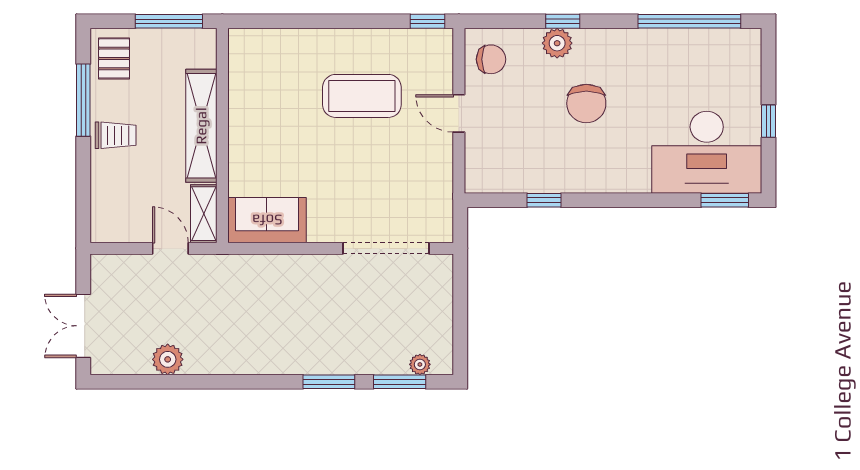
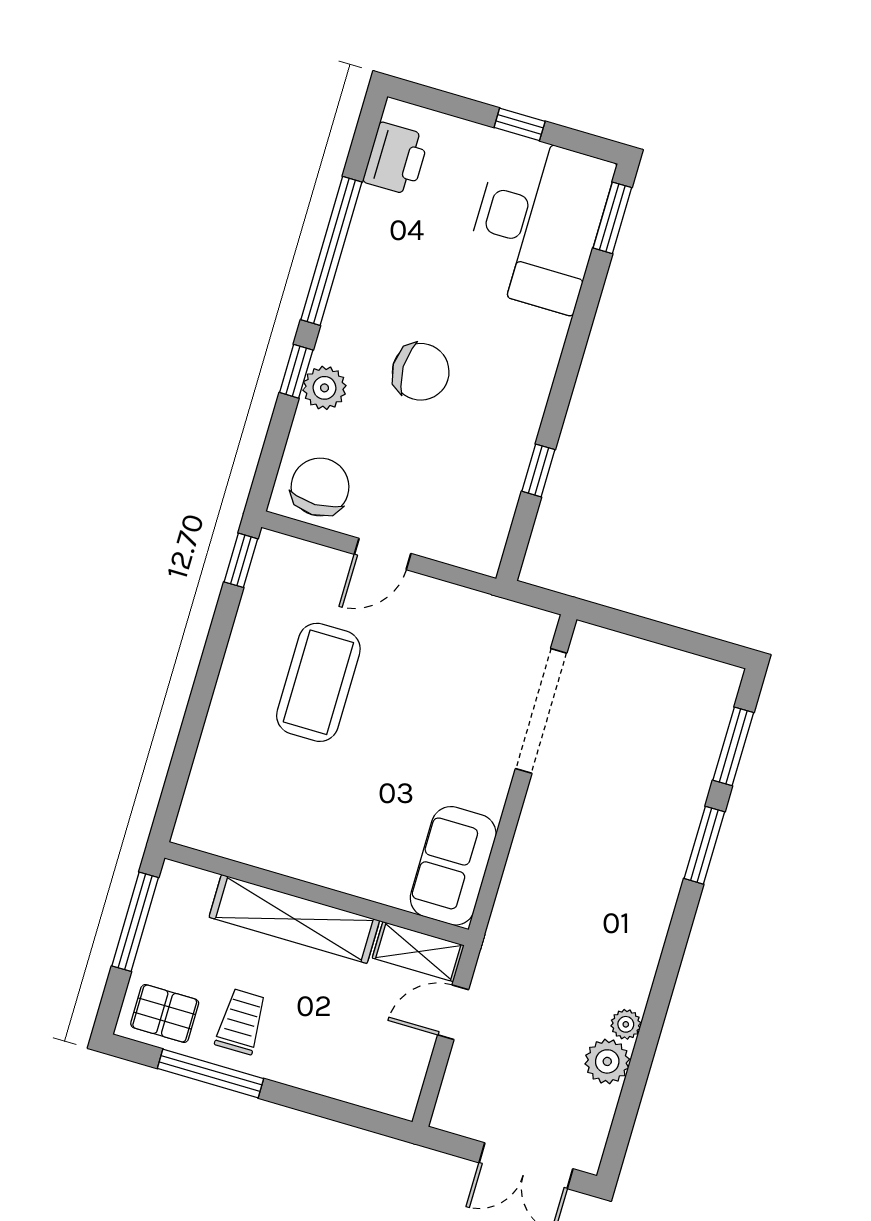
window: (689, 21) -> (331, 251), moved
printer: (722, 46) -> (396, 159), added
chair: (491, 59) -> (320, 487), width x1.37, depth x1.37
trolley: (116, 135) -> (241, 1022), moved
plant: (420, 364) -> (626, 1024), moved

